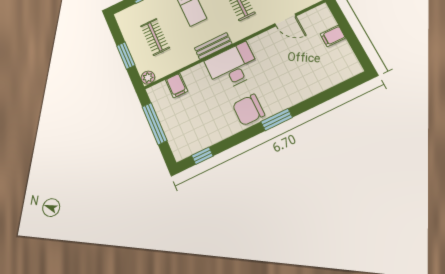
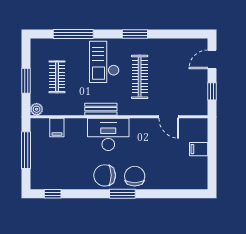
chair: (281, 95) -> (135, 176), added

